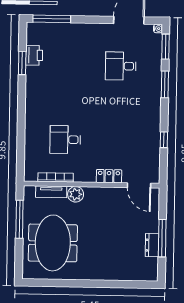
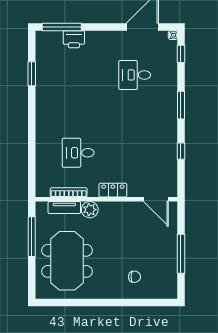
window: (165, 47) -> (181, 54), width x0.67
printer: (34, 55) -> (74, 39), moved, turned 90
window: (165, 84) -> (181, 105), moved
locker: (109, 176) -> (113, 190), moved
dresser: (152, 245) -> (171, 261), removed
chair: (117, 259) -> (135, 277), added

